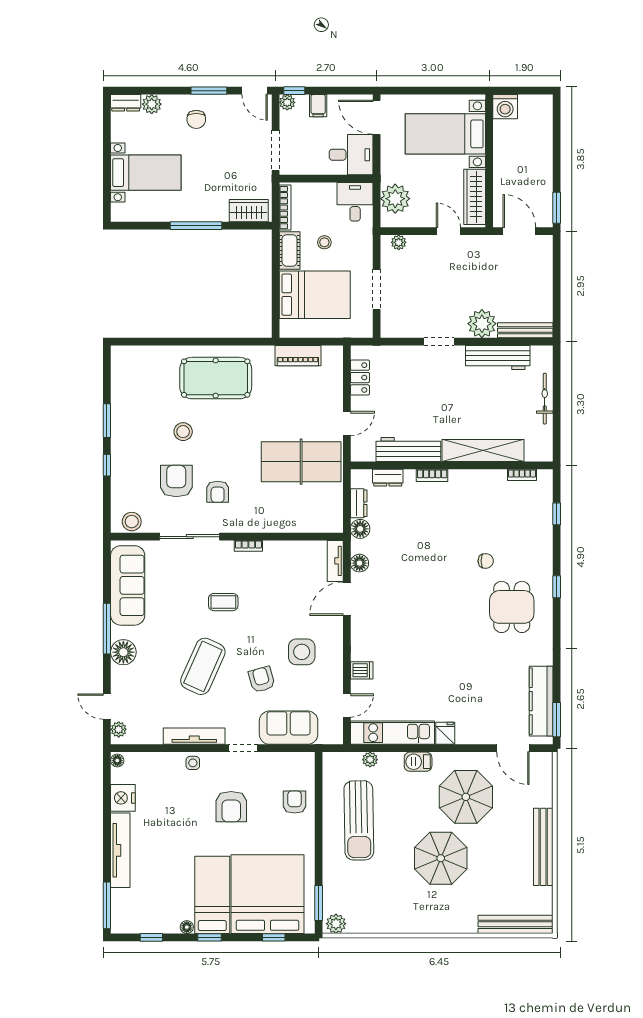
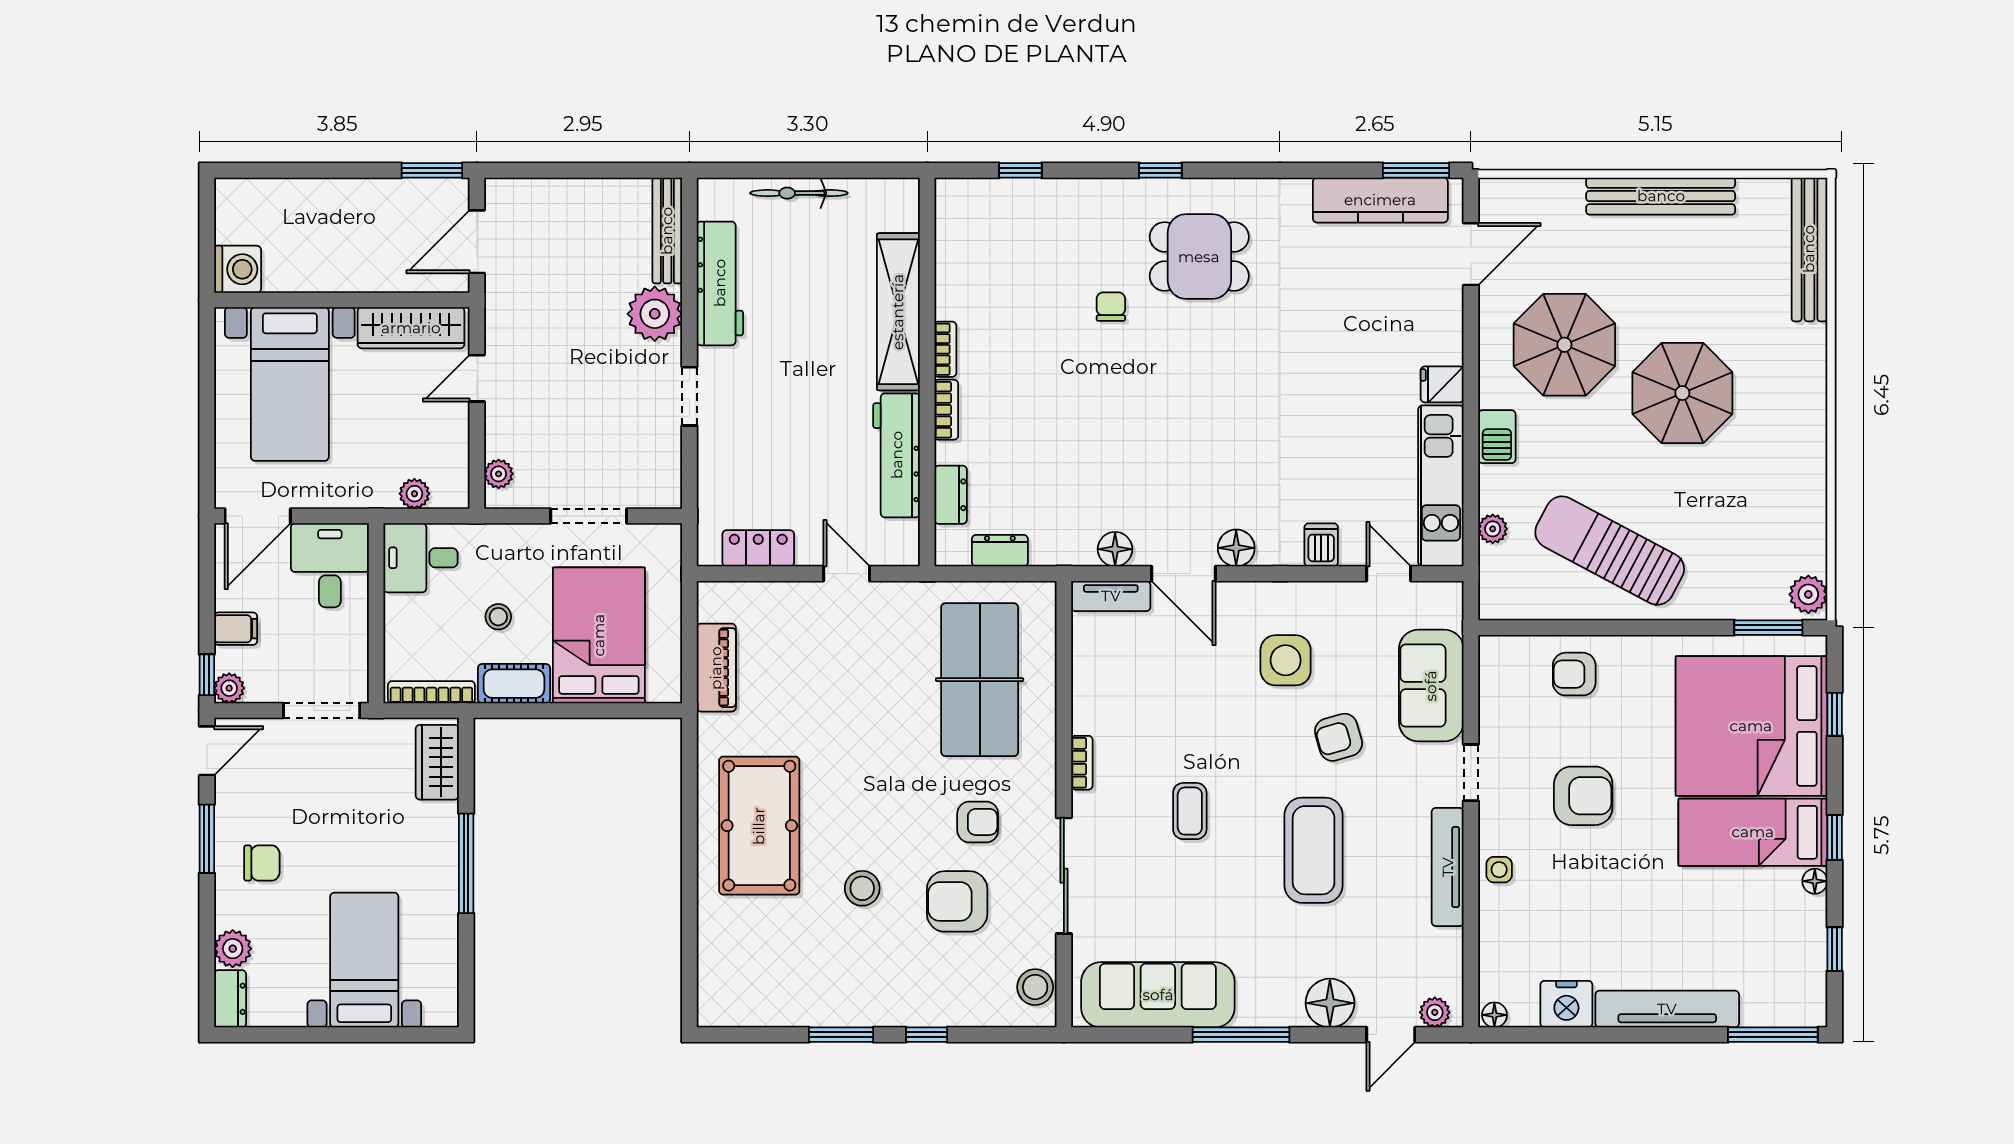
plant: (395, 199) -> (414, 494), width x0.53, depth x0.53
table tennis table: (301, 462) -> (980, 680), moved
bookcase: (522, 475) -> (945, 349), moved
floor lamp: (360, 529) -> (1236, 548), moved
floor lamp: (123, 652) -> (1330, 1003), moved
coffee table: (203, 666) -> (1314, 850), turned 66
sun lounger: (359, 820) -> (1610, 551), turned -151

